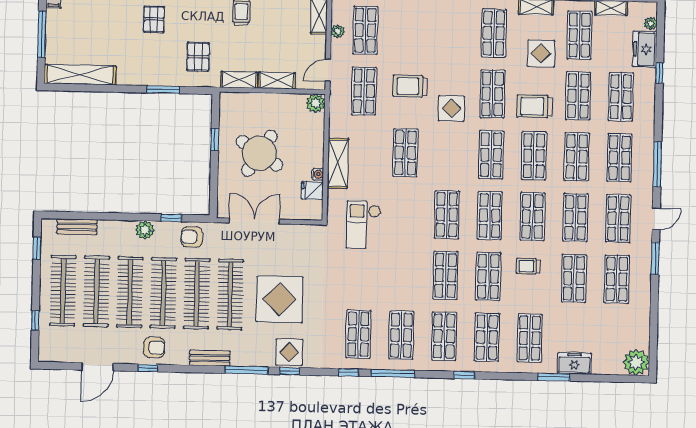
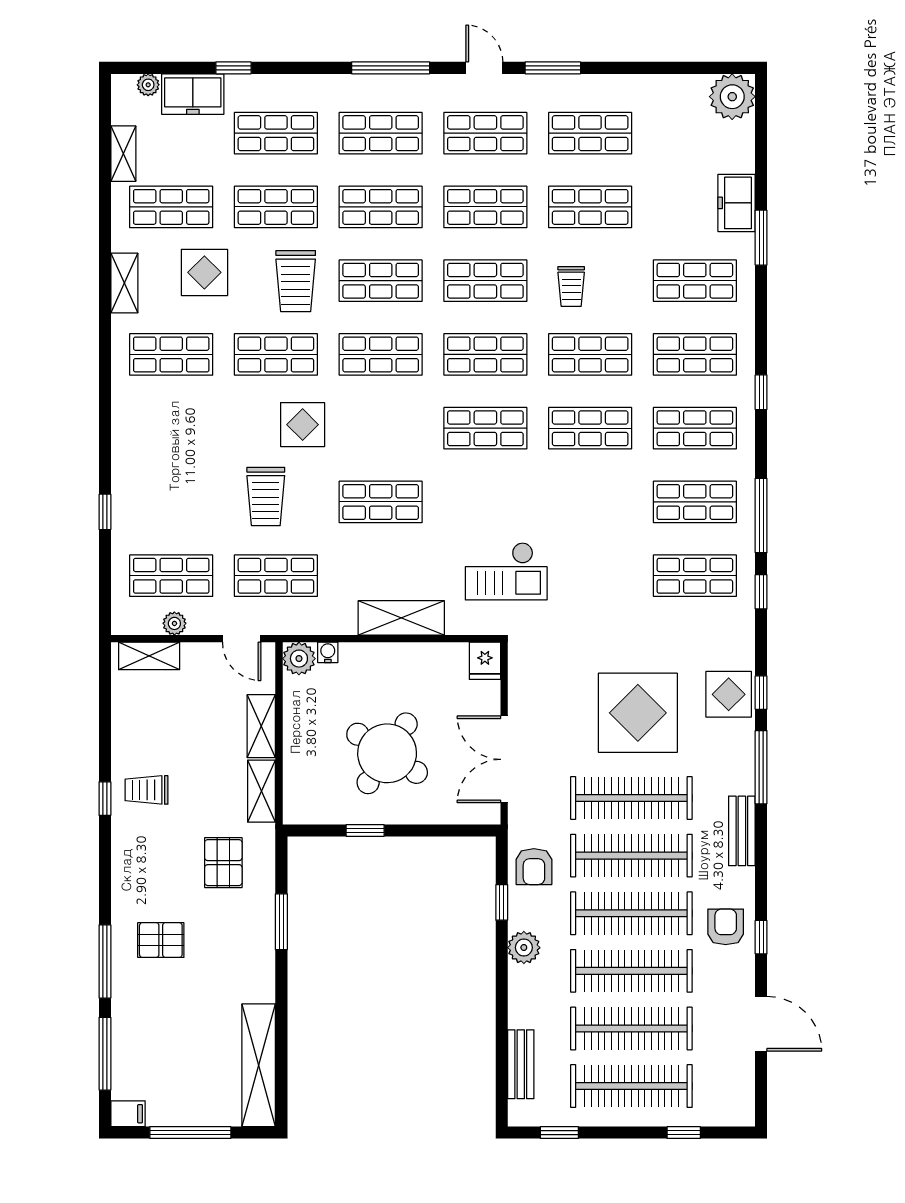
pallet: (198, 57) -> (223, 863), turned 90
water cooler: (318, 174) -> (328, 652), moved
fridge: (312, 190) -> (485, 661), moved

